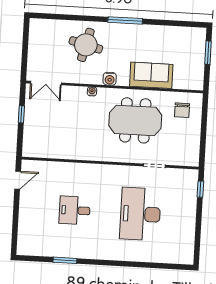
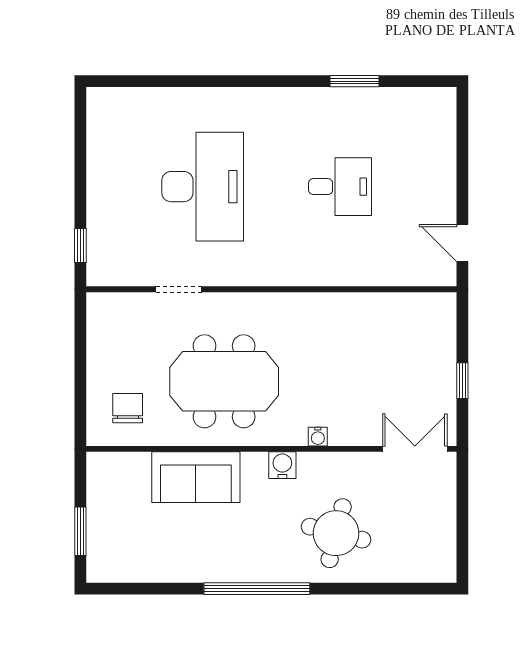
window: (125, 20) -> (257, 589), width x1.46
door: (18, 180) -> (462, 243), hinge flipped

